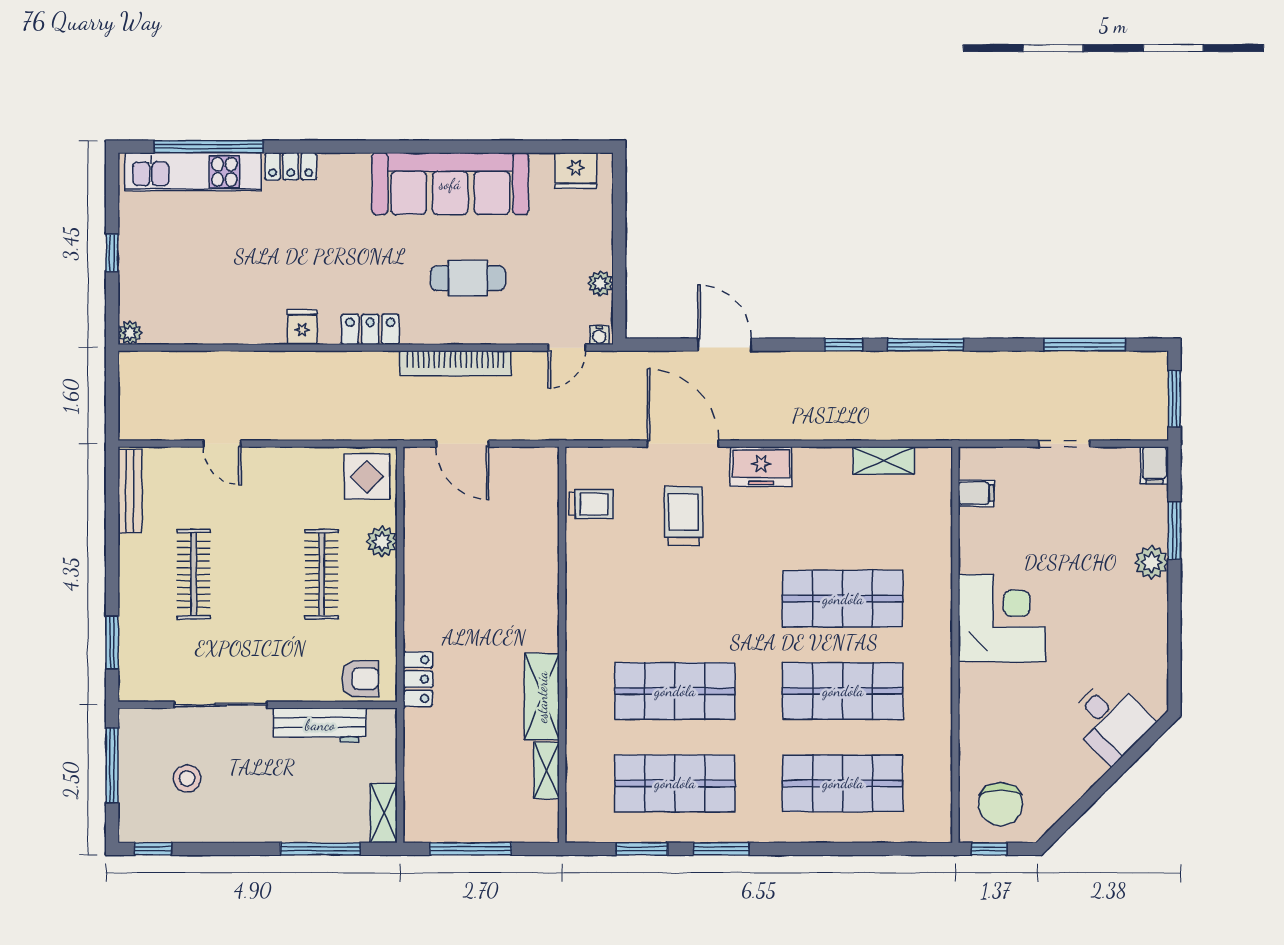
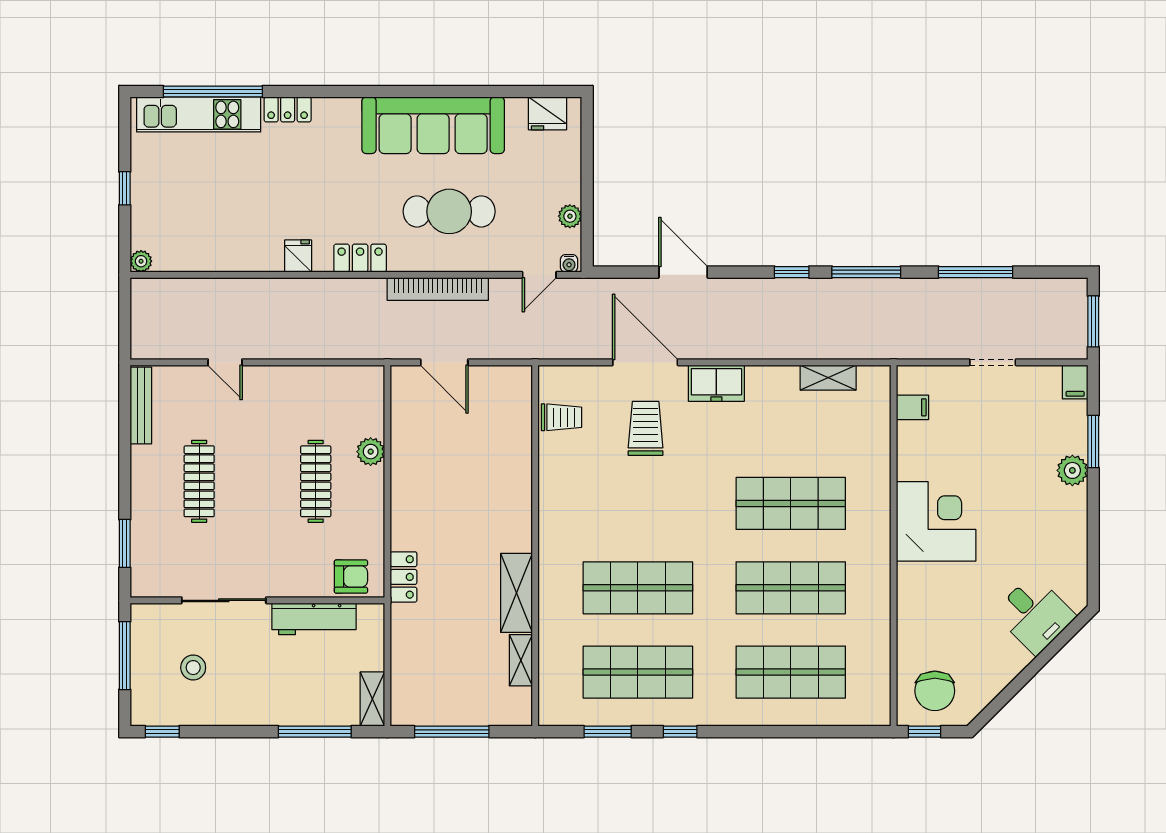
cafe table: (468, 278) -> (449, 211), width x1.37, depth x1.35
window: (1085, 345) -> (976, 272), moved
display table: (367, 477) -> (357, 392), removed
window: (721, 849) -> (680, 732), width x0.67

